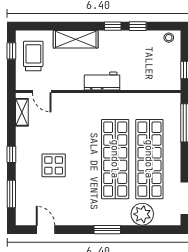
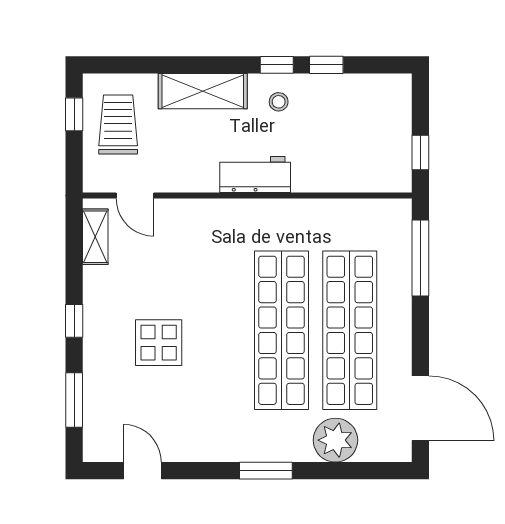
stool: (169, 38) -> (279, 102), moved

